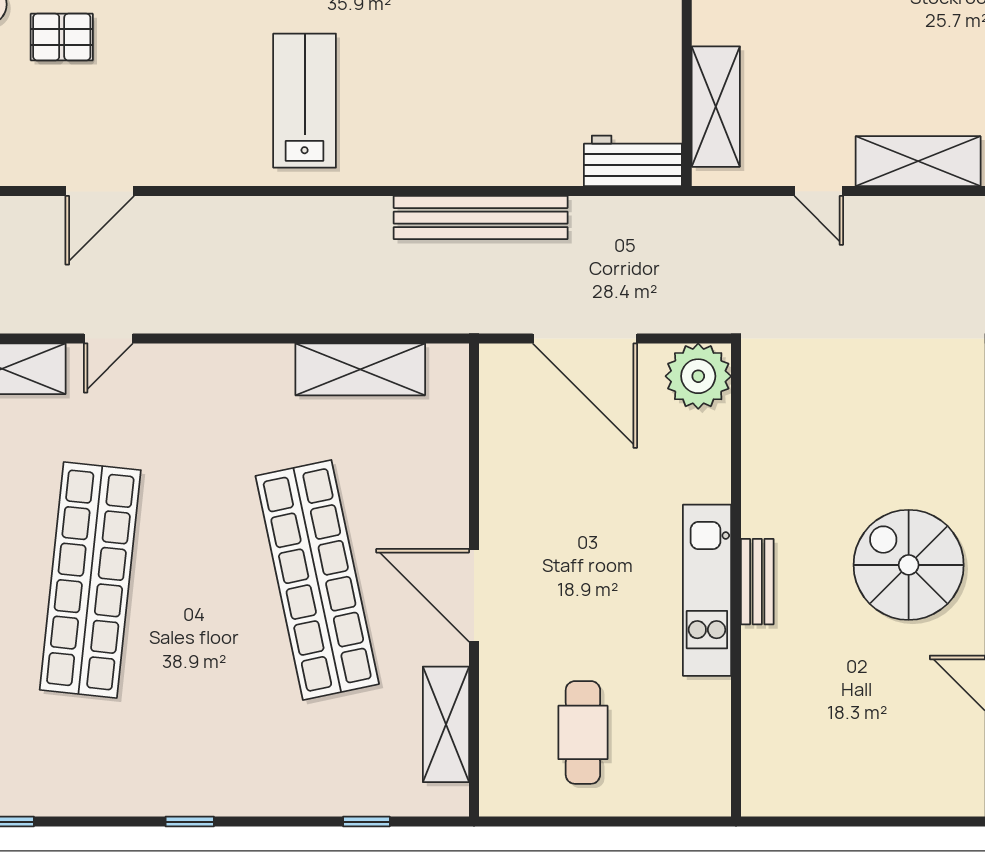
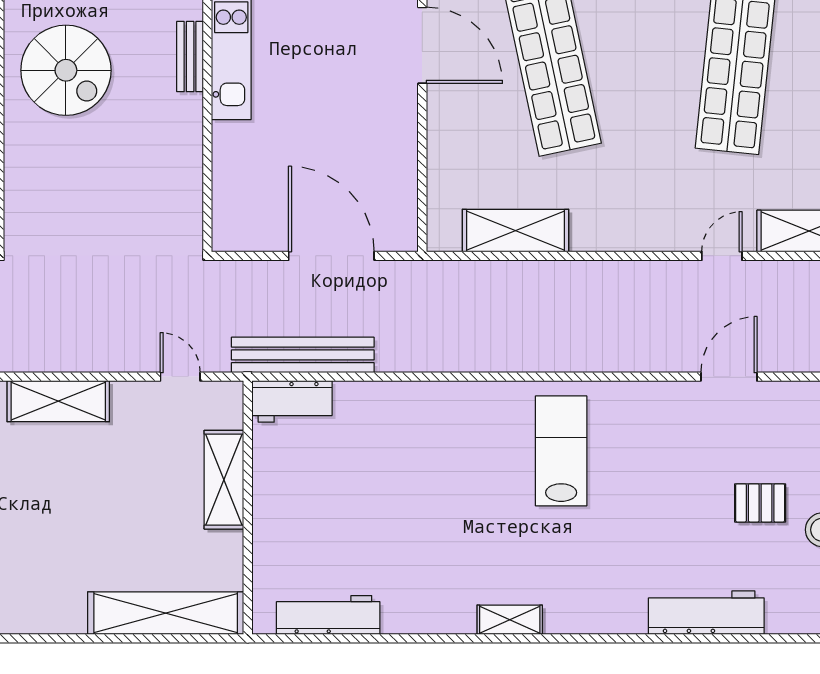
lab bench: (305, 101) -> (561, 451), turned 180
shelving: (716, 107) -> (224, 480), moved
door: (819, 191) -> (180, 377), moved
bench: (481, 218) -> (303, 355), moved
plant: (698, 376) -> (238, 225), removed

